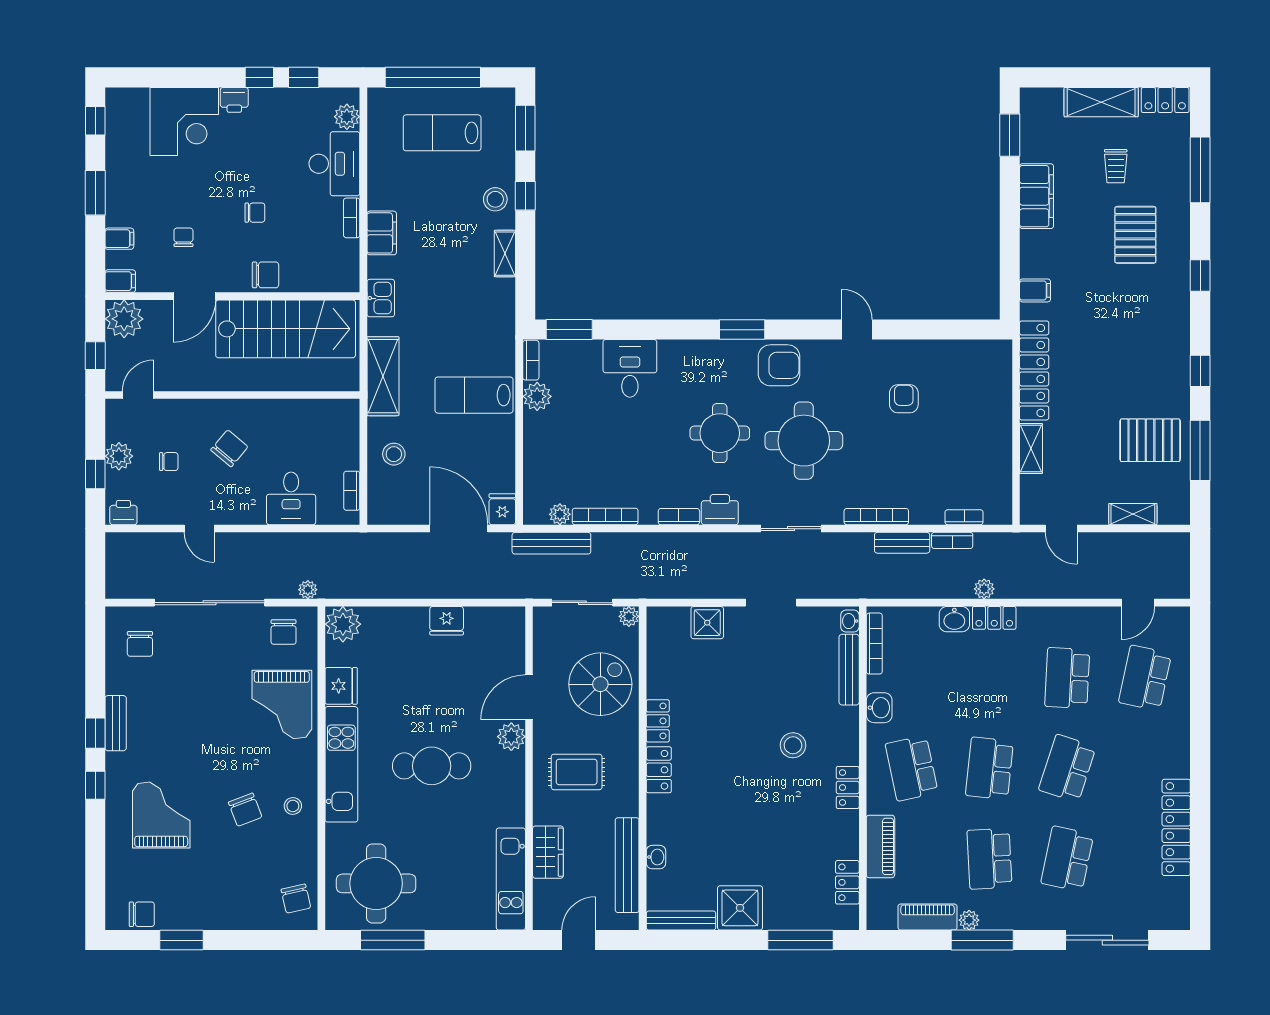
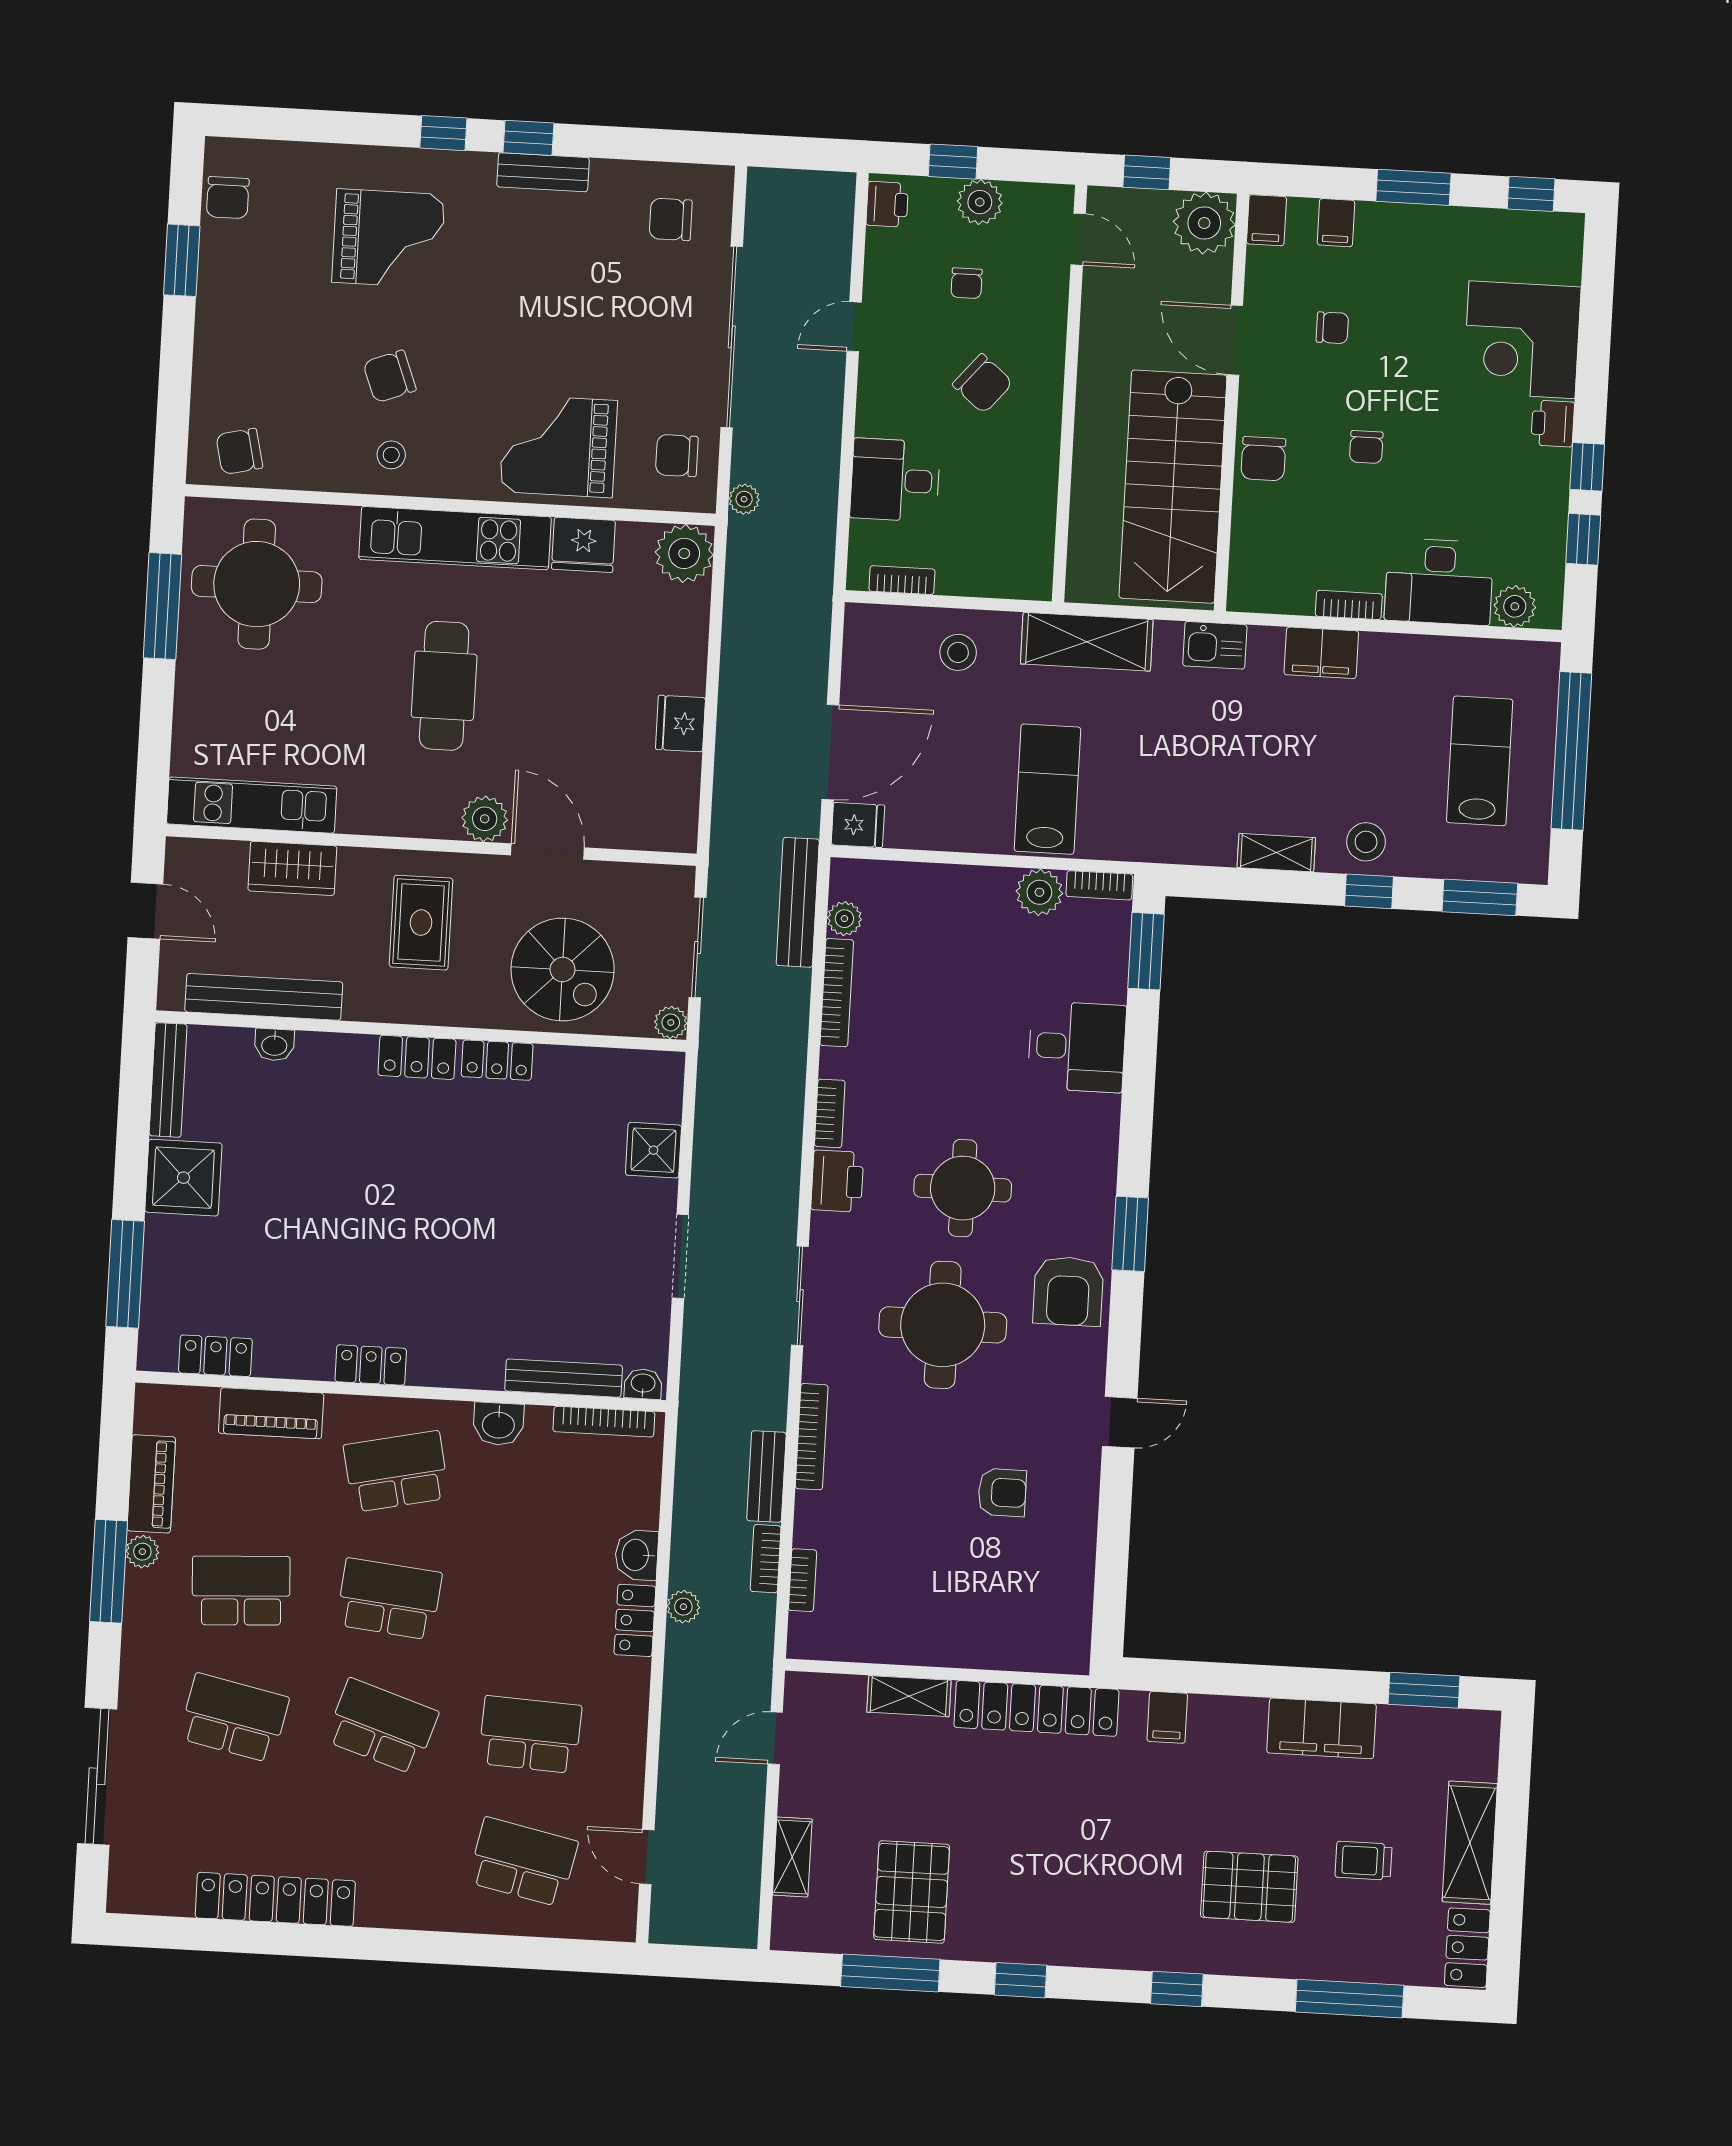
stool: (793, 745) -> (445, 1279), removed

